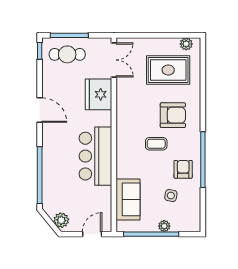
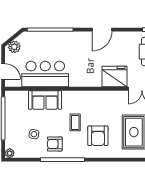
bar counter: (95, 156) -> (45, 74), moved
armchair: (183, 169) -> (55, 144), turned 180
sofa: (128, 199) -> (45, 100), moved
plant: (164, 226) -> (10, 153), moved

